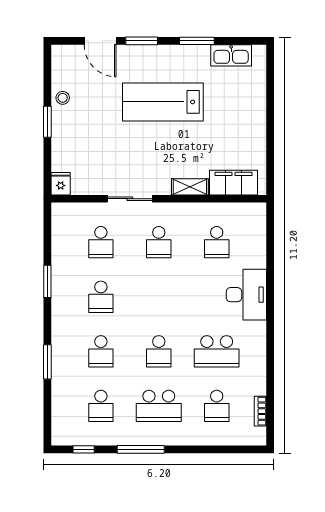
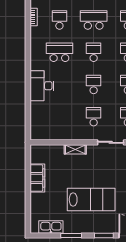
filing cabinet: (234, 183) -> (37, 178), moved, turned -90
school desk: (217, 242) -> (94, 84), moved

